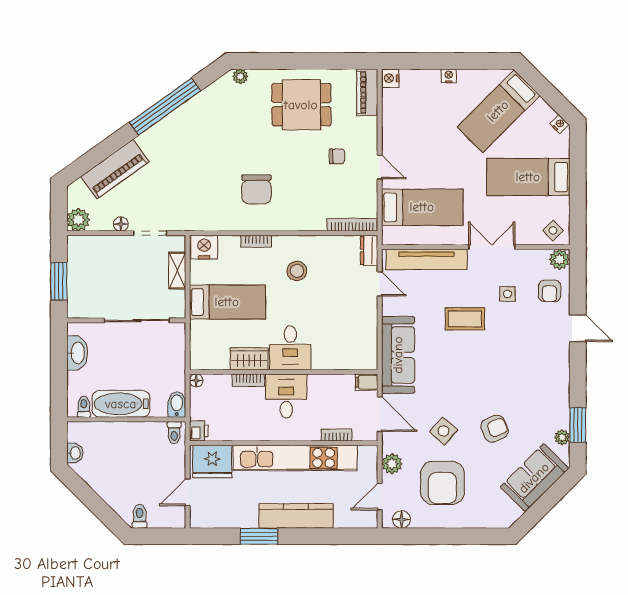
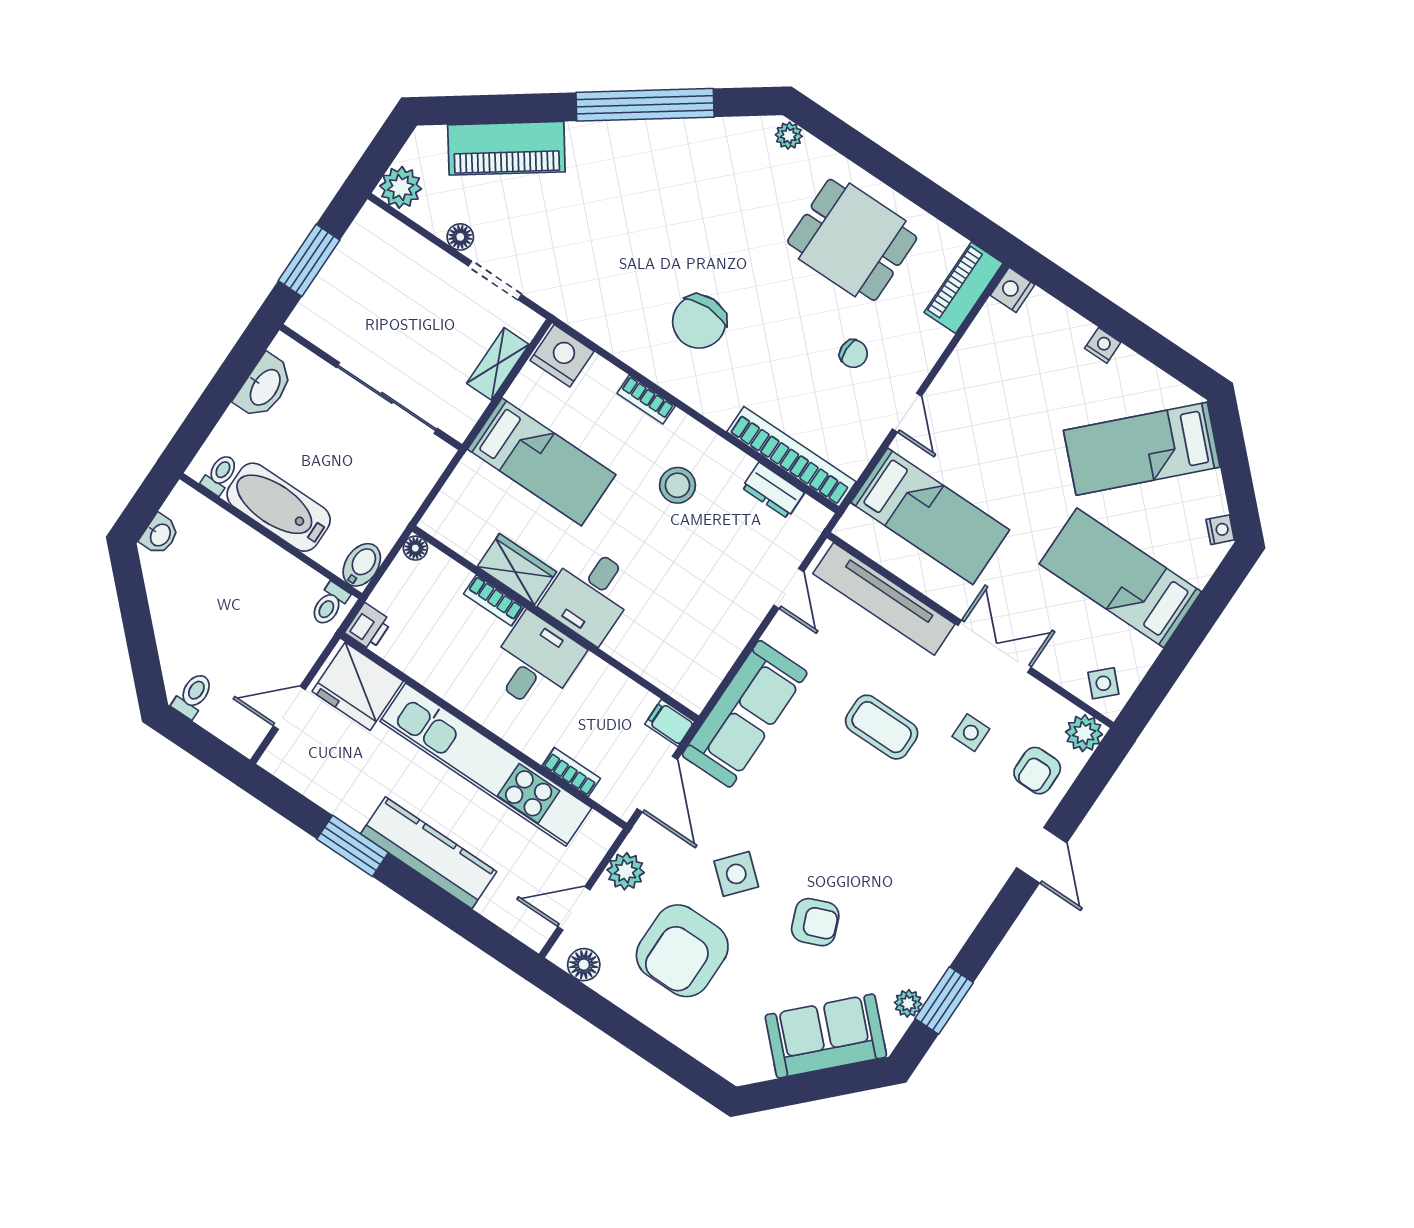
bookcase: (352, 225) -> (791, 457), width x1.48, depth x1.31
dresser: (369, 250) -> (773, 490), moved, turned -90

